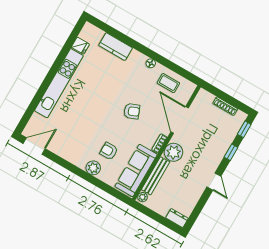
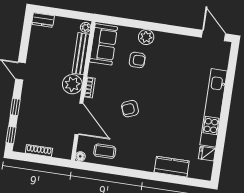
floor lamp: (151, 63) -> (80, 156), moved
door: (34, 146) -> (213, 35), swing flipped
sofa: (136, 170) -> (103, 44), width x0.73

